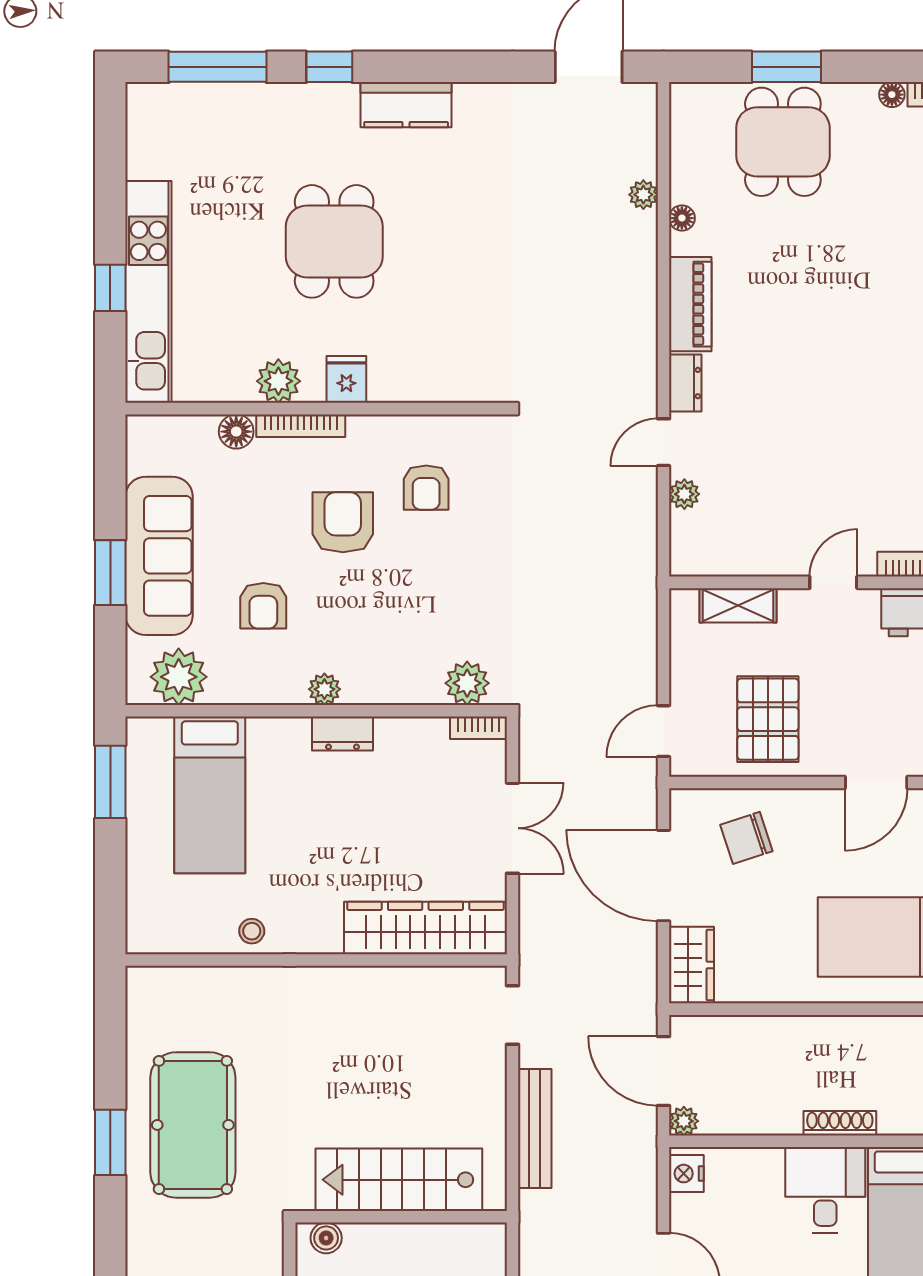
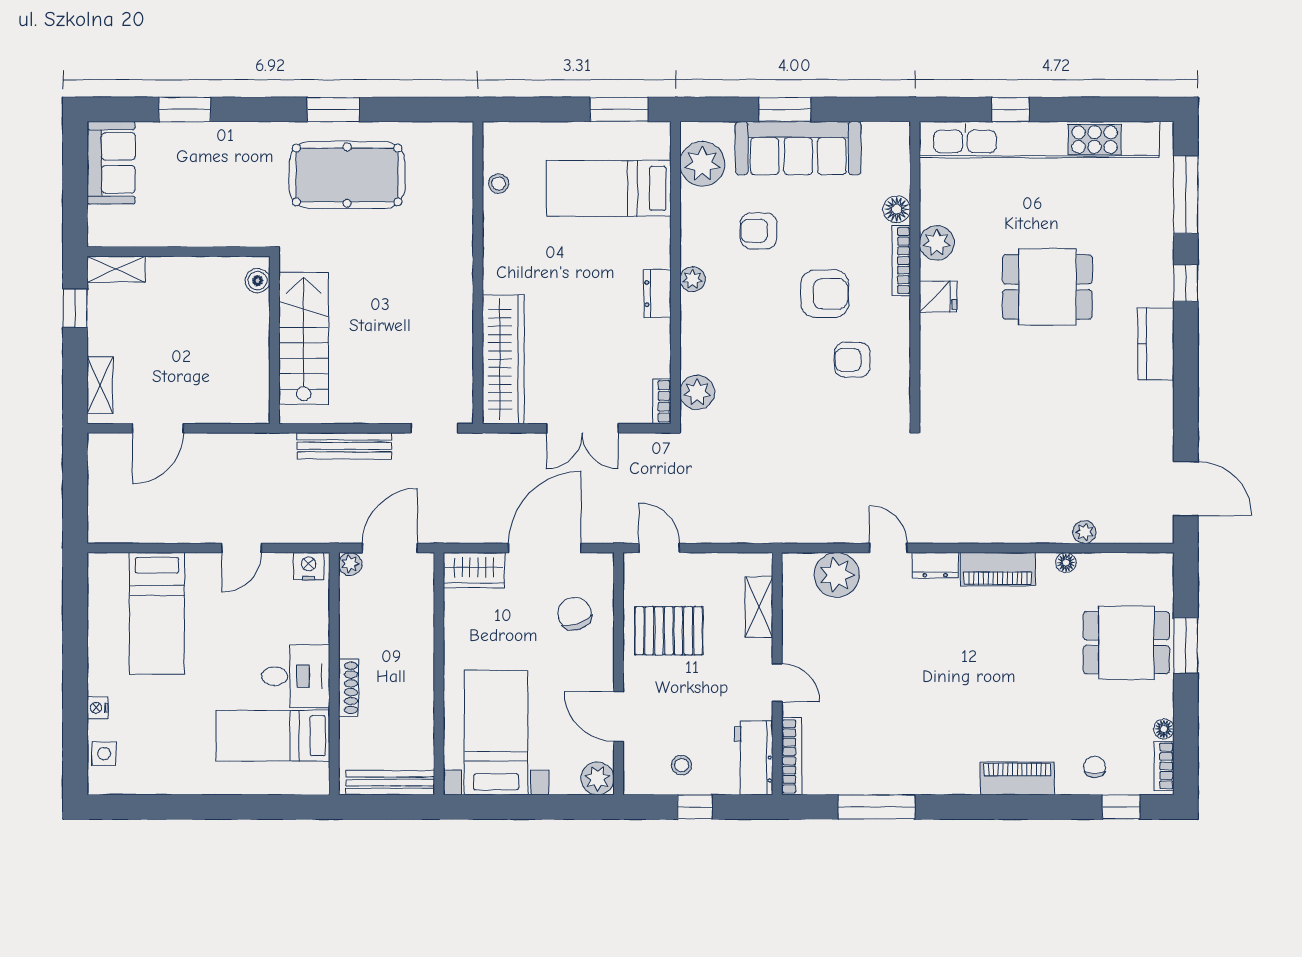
kitchen unit: (148, 292) -> (1039, 140), width x1.36
plant: (684, 494) -> (837, 575), width x1.87, depth x1.87
stool: (252, 931) -> (499, 184), moved

